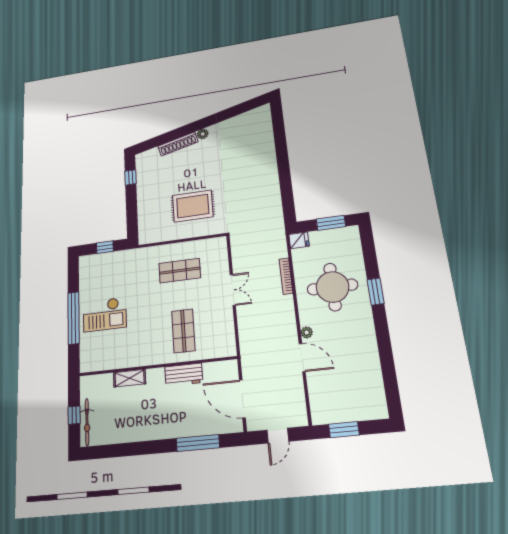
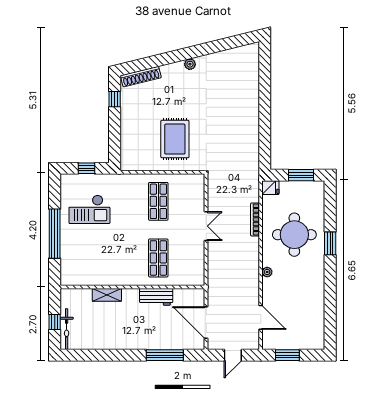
shoe rack: (178, 144) -> (141, 77), moved
rug: (193, 206) -> (175, 139), turned 90
shop shelf: (180, 271) -> (158, 201), turned 90
checkout: (105, 315) -> (89, 209), moved
door: (302, 358) -> (261, 317), moved

